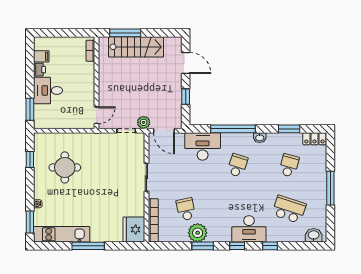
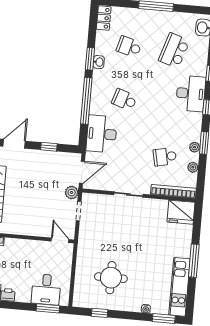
desk: (48, 90) -> (46, 289), moved
window: (289, 129) -> (90, 59), moved
washbasin: (260, 138) -> (99, 62), moved
plant: (198, 233) -> (195, 147), width x0.53, depth x0.53
plant: (178, 237) -> (193, 167), added

